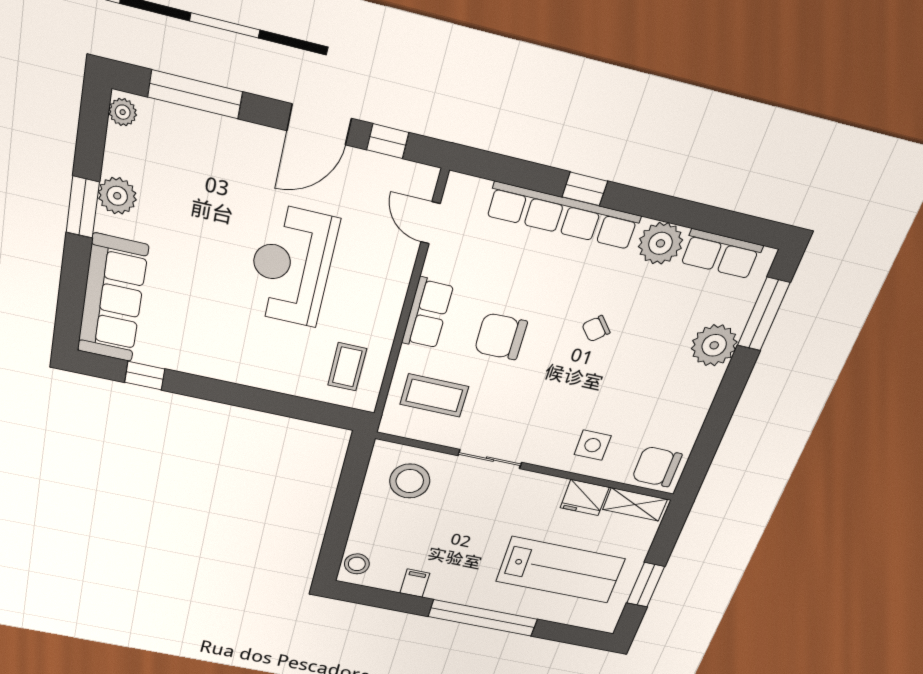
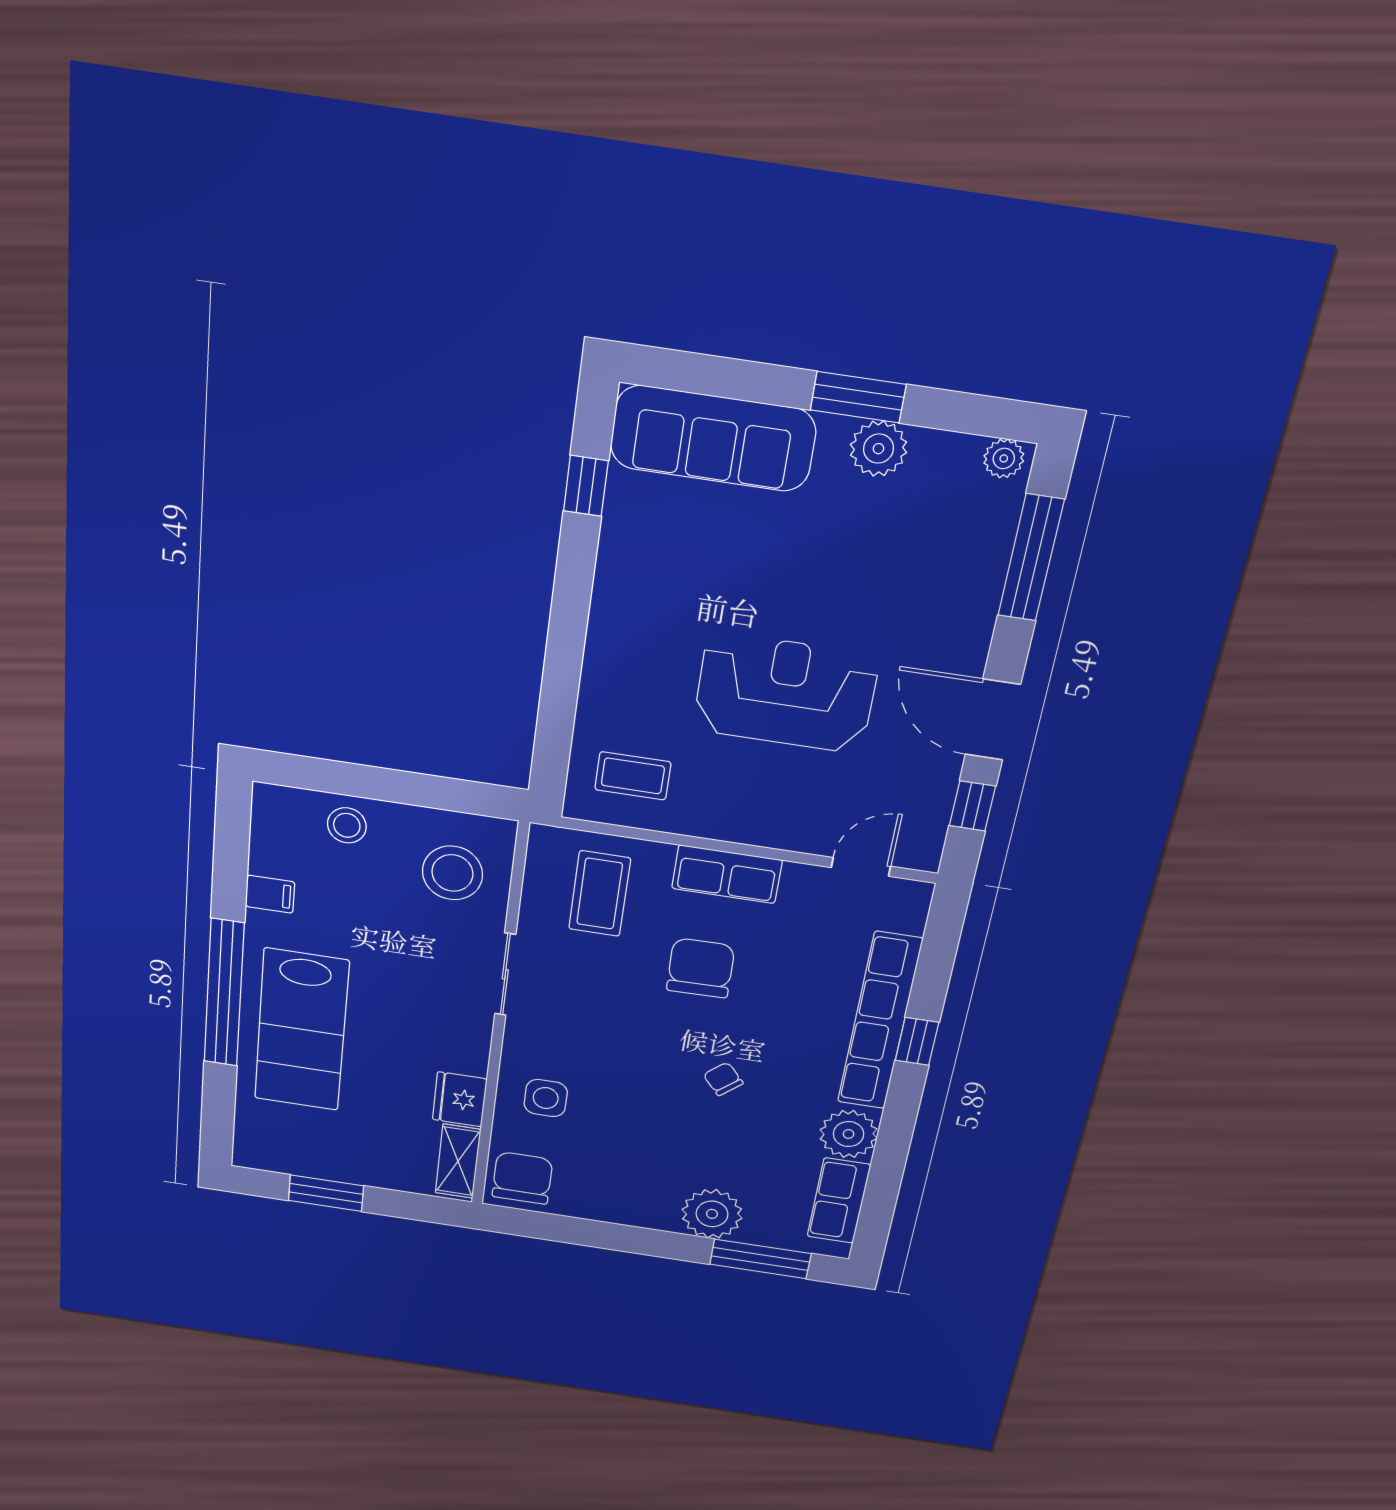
stool: (357, 564) -> (347, 825), moved
lab bench: (560, 570) -> (301, 1030), moved

